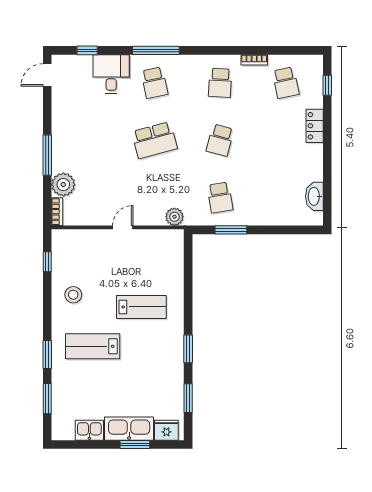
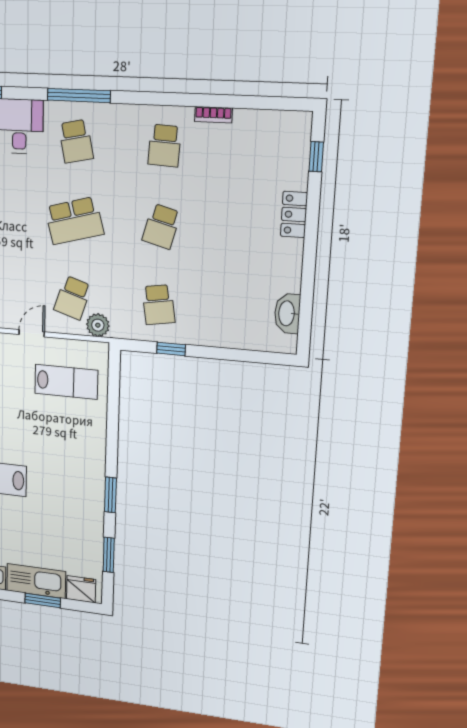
school desk: (286, 83) -> (73, 298), moved, turned 30
window: (231, 230) -> (171, 349), width x0.67
lab bench: (141, 307) -> (66, 382), moved

